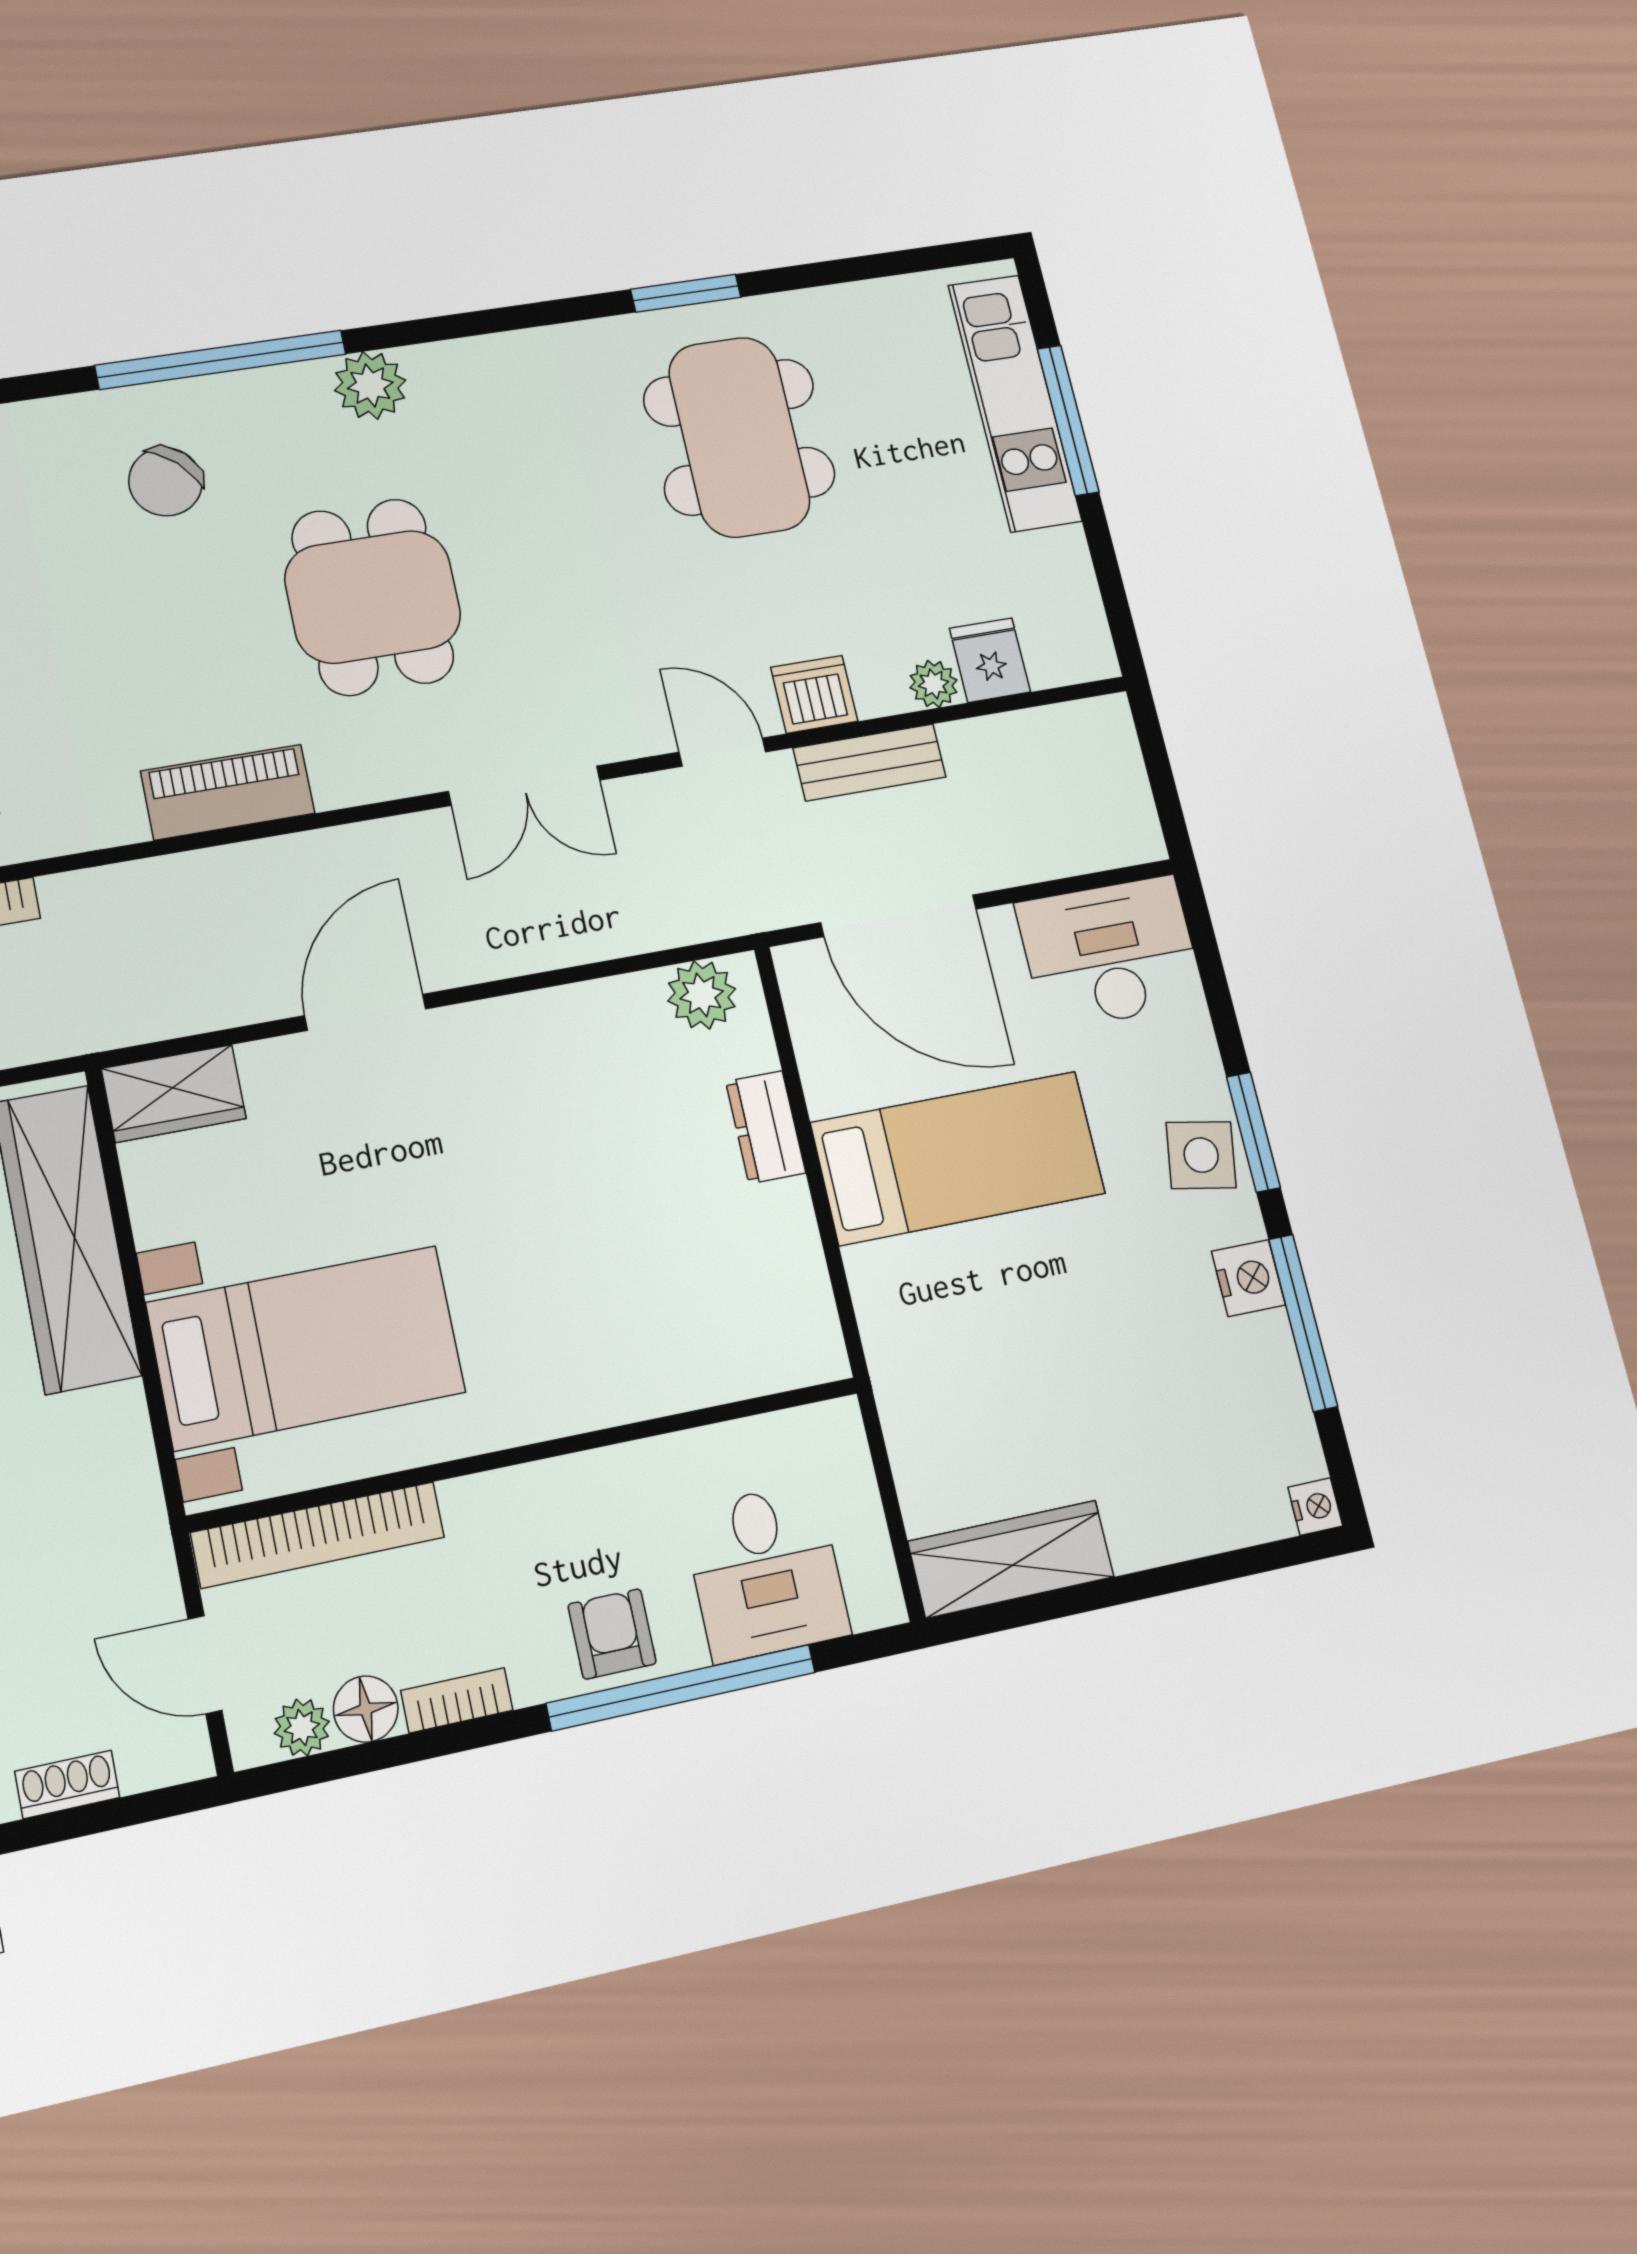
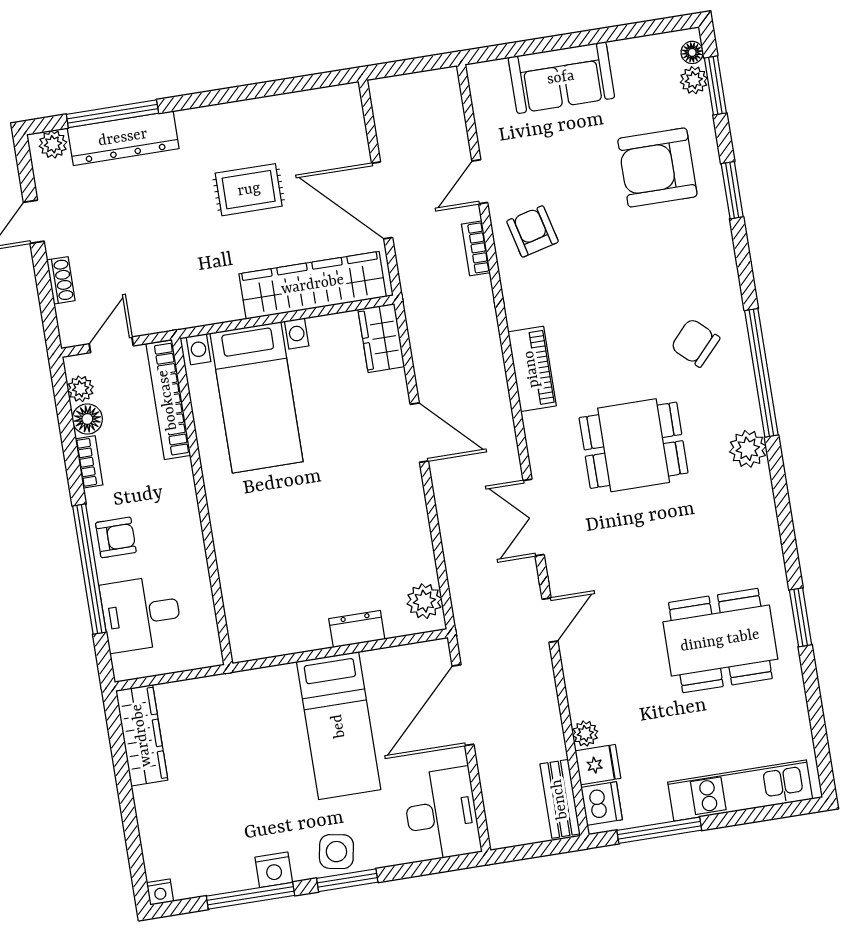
window: (1068, 420) -> (659, 830), moved
dishwasher: (814, 694) -> (602, 804), moved
bench: (870, 762) -> (560, 799), moved

